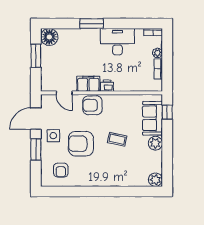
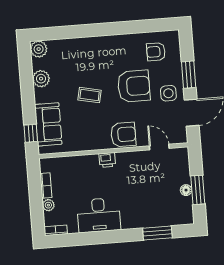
window: (92, 24) -> (157, 233), moved
floor lamp: (49, 37) -> (186, 190), moved, width x0.53, depth x0.53
filing cabinet: (88, 84) -> (130, 161), removed
plant: (155, 143) -> (41, 79), moved
armchair: (61, 170) -> (156, 52), turned -90

